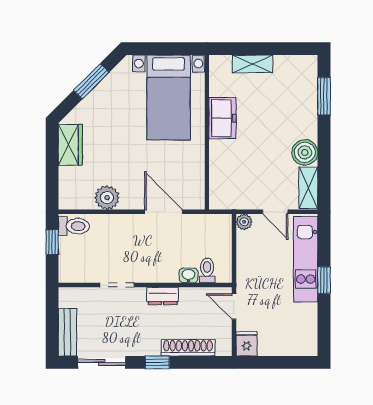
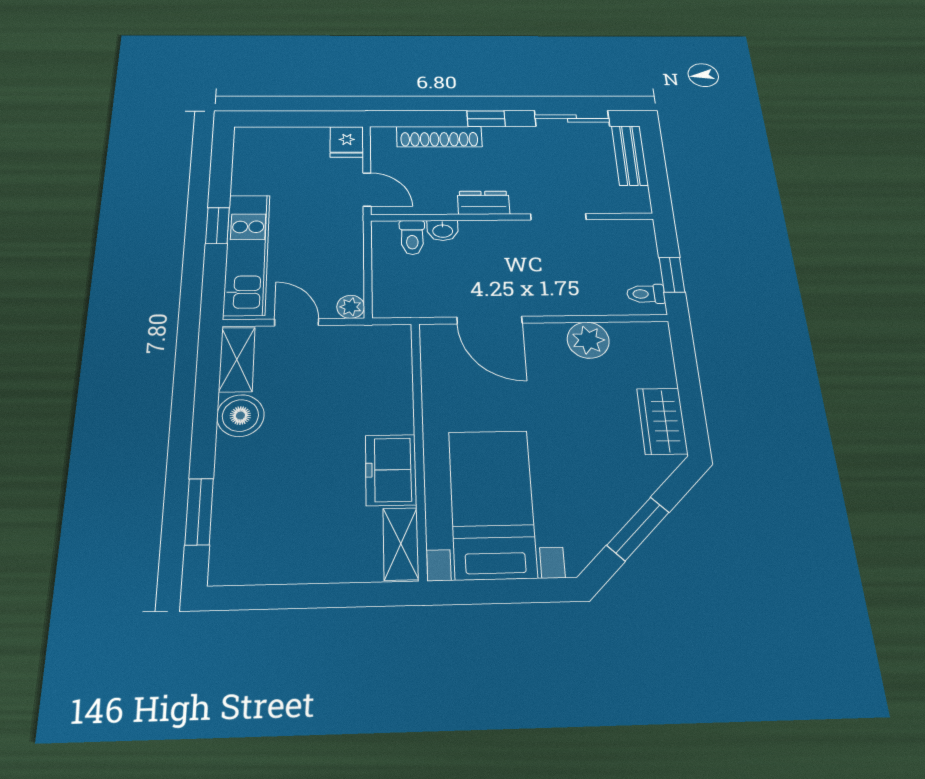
shelving: (253, 64) -> (401, 544), moved, turned 90
toilet: (74, 226) -> (646, 294), width x0.73, depth x0.72

